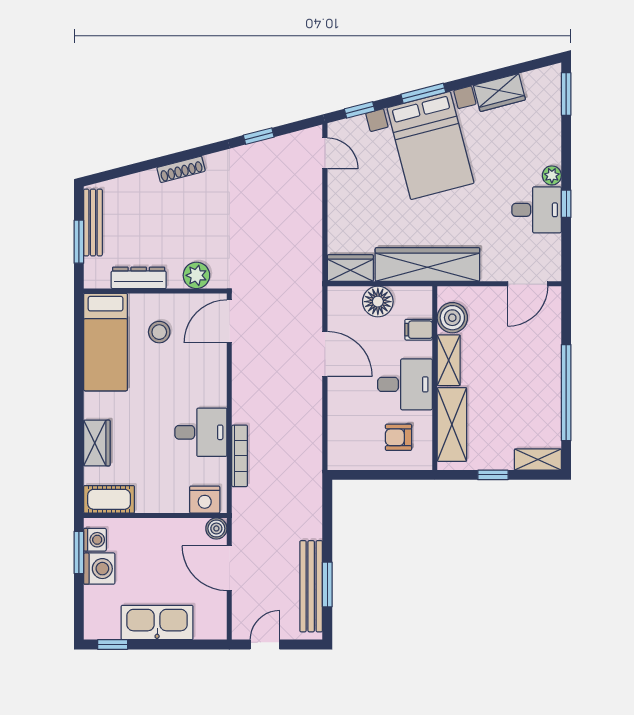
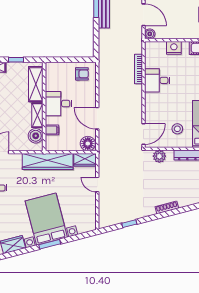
window: (360, 110) -> (80, 236), removed
door: (325, 153) -> (97, 185), moved
floor lamp: (378, 302) -> (88, 144), moved
armchair: (399, 437) -> (82, 74), moved
nightstand: (205, 500) -> (174, 48), moved

